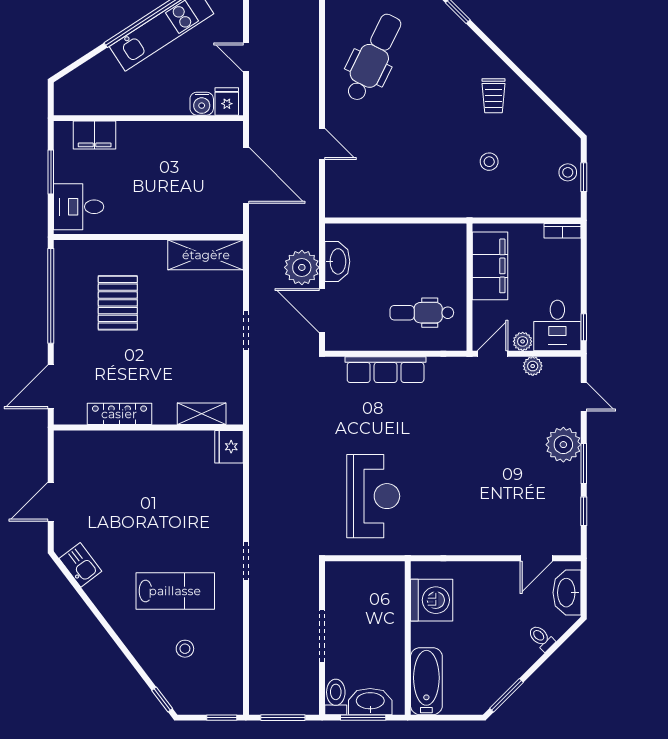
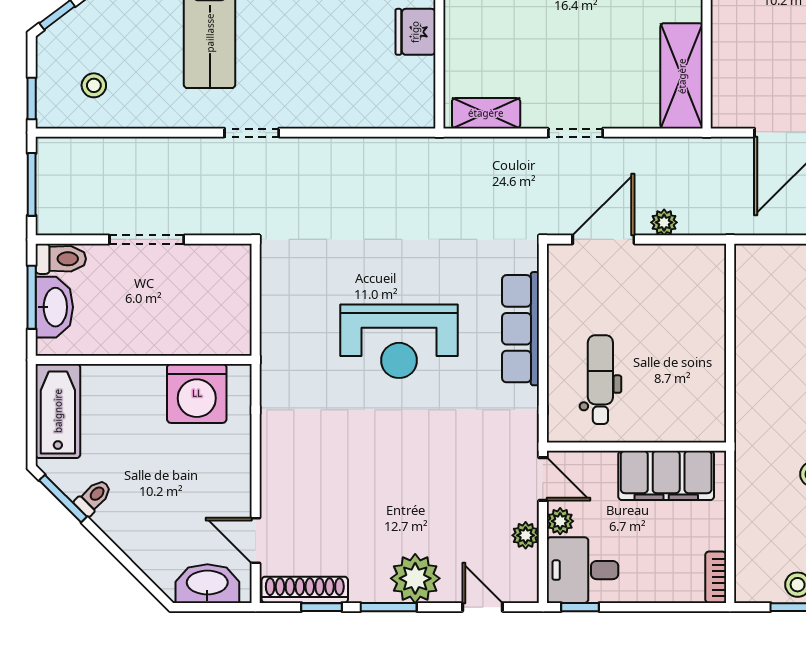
washbasin: (337, 261) -> (672, 261), removed
plant: (302, 267) -> (664, 222), width x0.53, depth x0.53
door: (584, 397) -> (482, 607), swing flipped
shelving: (202, 414) -> (486, 113), moved, turned 90
fridge: (229, 447) -> (415, 32), moved, turned -90
reception desk: (373, 496) -> (399, 341), moved
shoe rack: (571, 523) -> (305, 590), added
toilet: (541, 638) -> (93, 497), moved
stool: (185, 649) -> (94, 85), moved
bathtub: (426, 681) -> (58, 411), moved, turned -90

